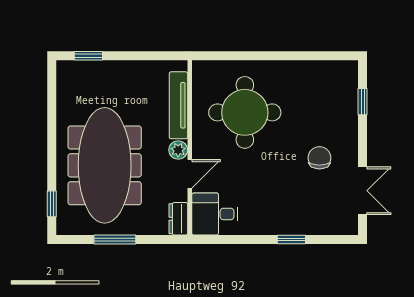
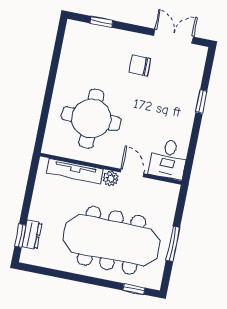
dresser: (178, 219) -> (32, 235), moved, turned -90

